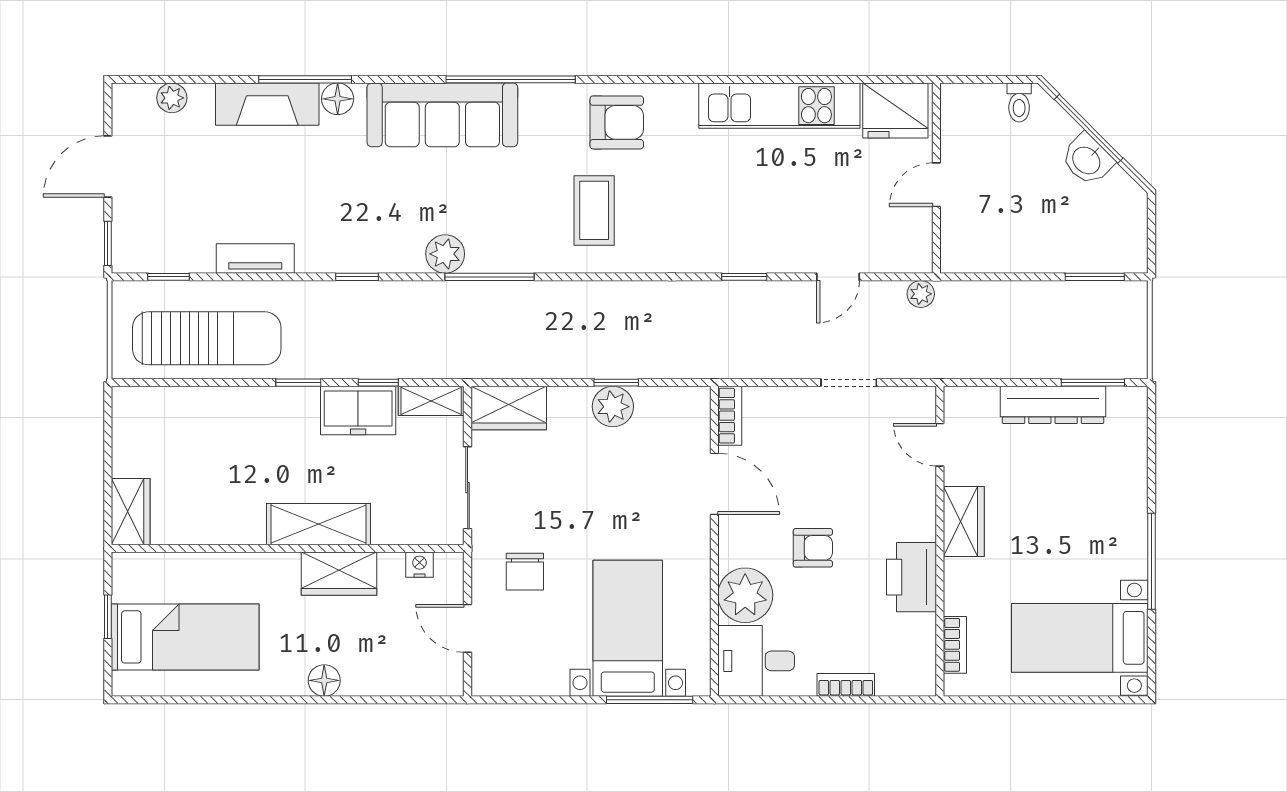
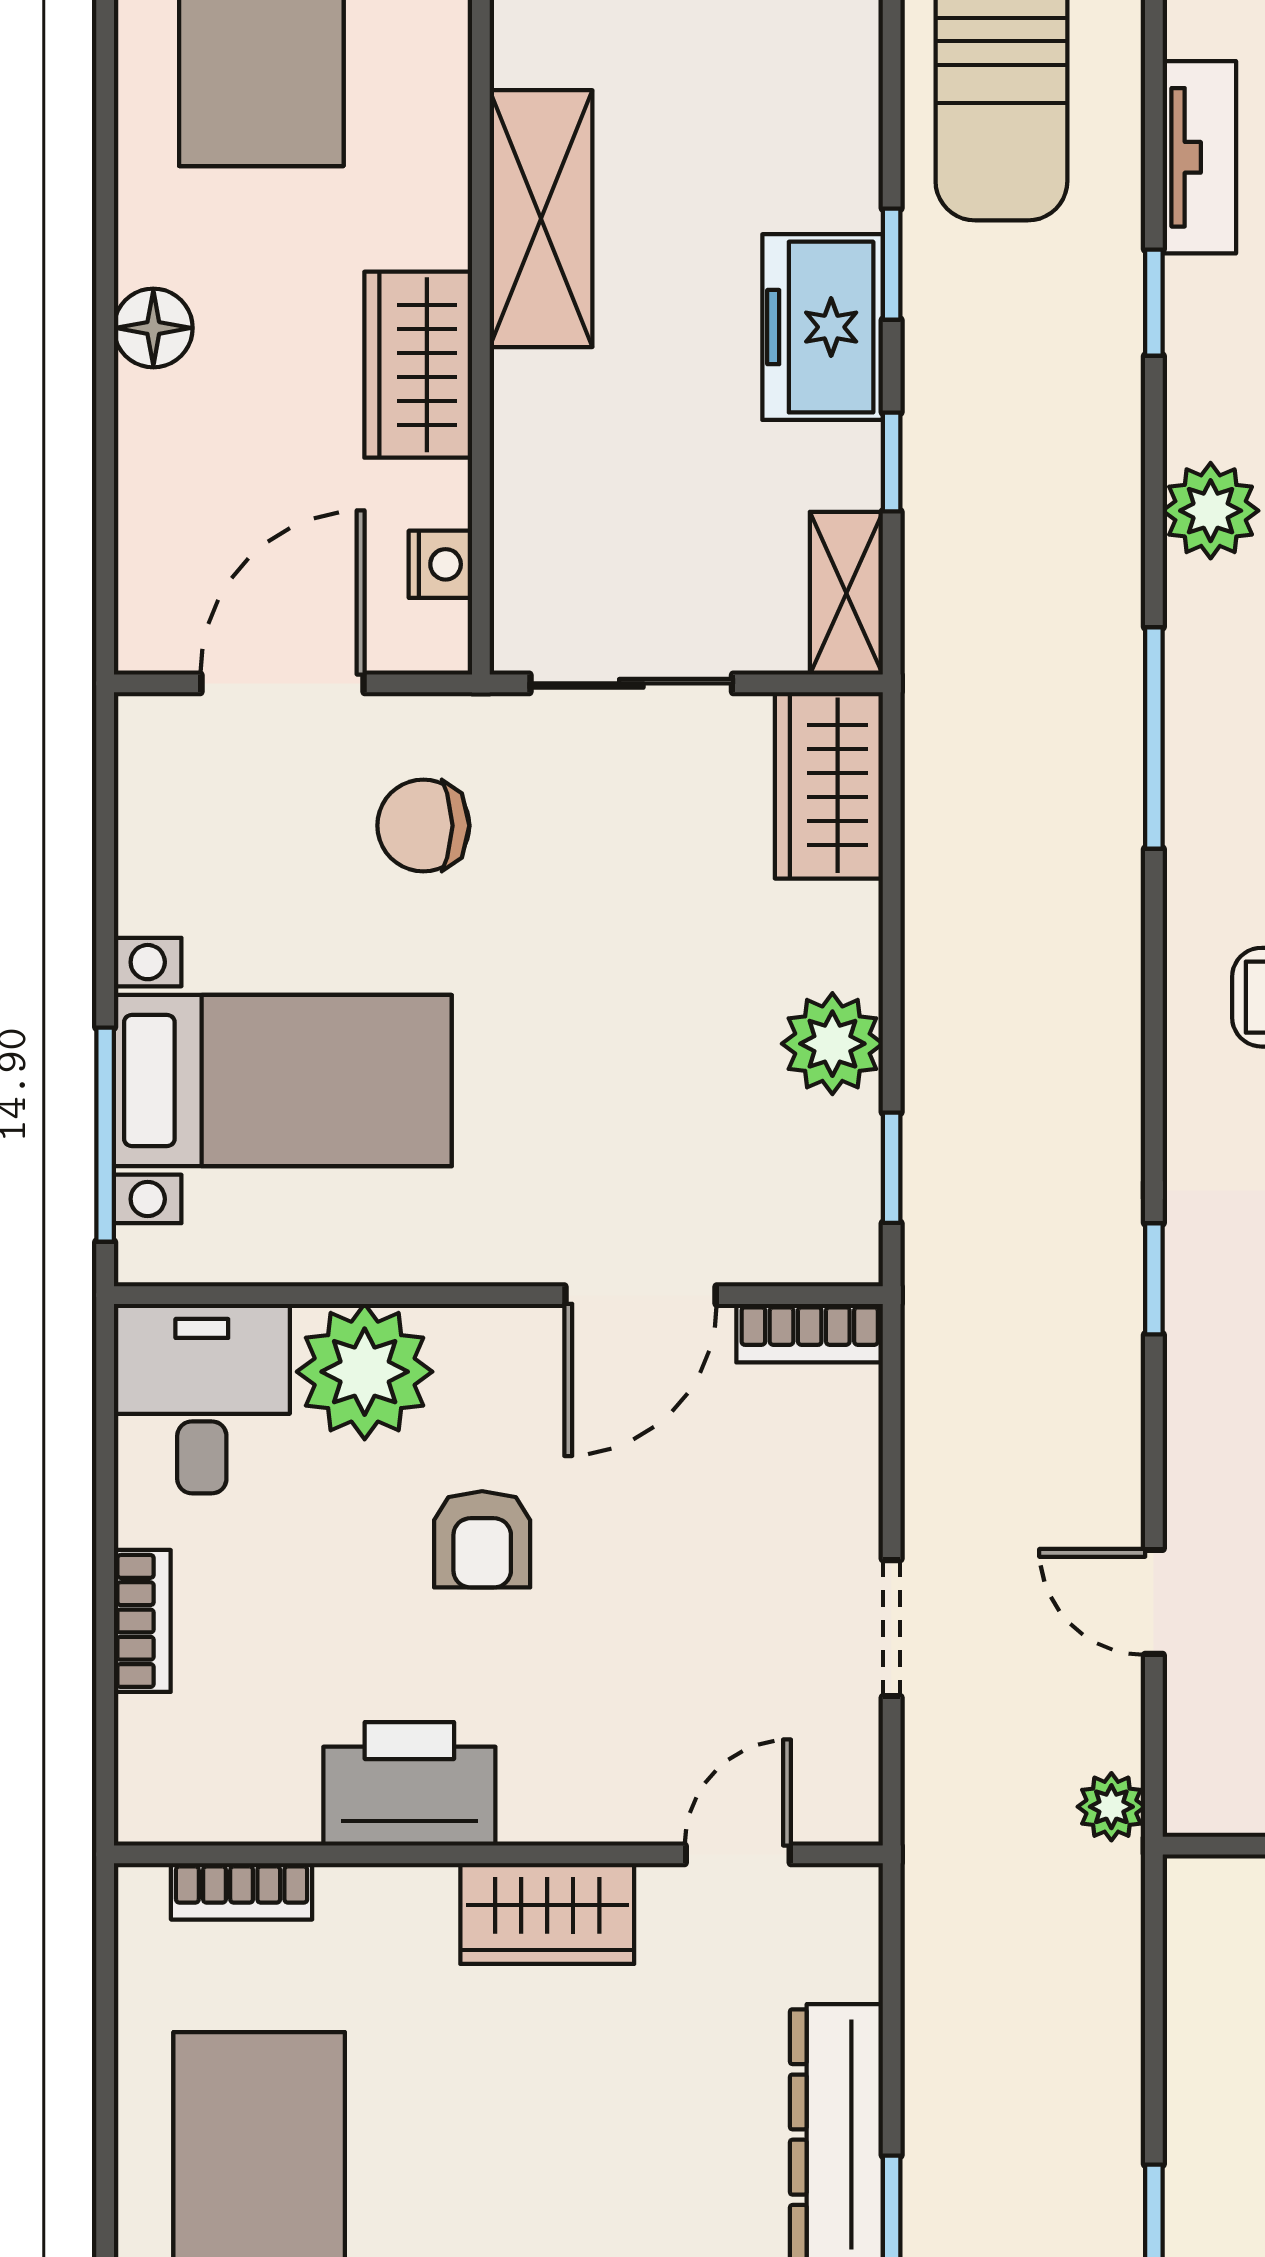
plant: (445, 254) -> (1211, 511), moved
window: (357, 277) -> (1154, 303), moved
window: (744, 277) -> (1154, 1279), moved
window: (616, 383) -> (892, 1168), moved
freezer: (358, 410) -> (823, 327), moved
shelving: (318, 524) -> (541, 219), moved
door: (468, 628) -> (282, 683), width x1.38

